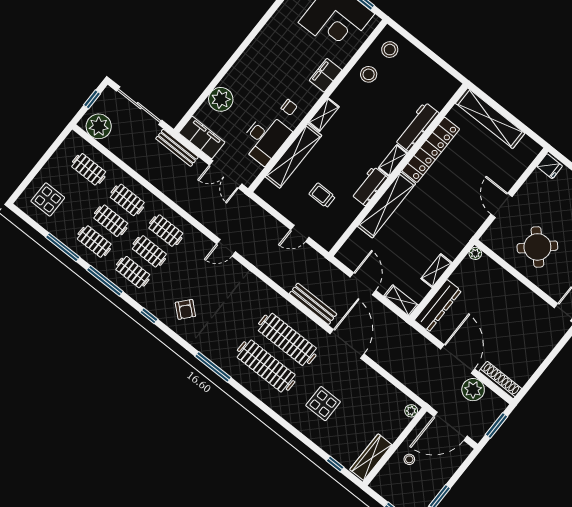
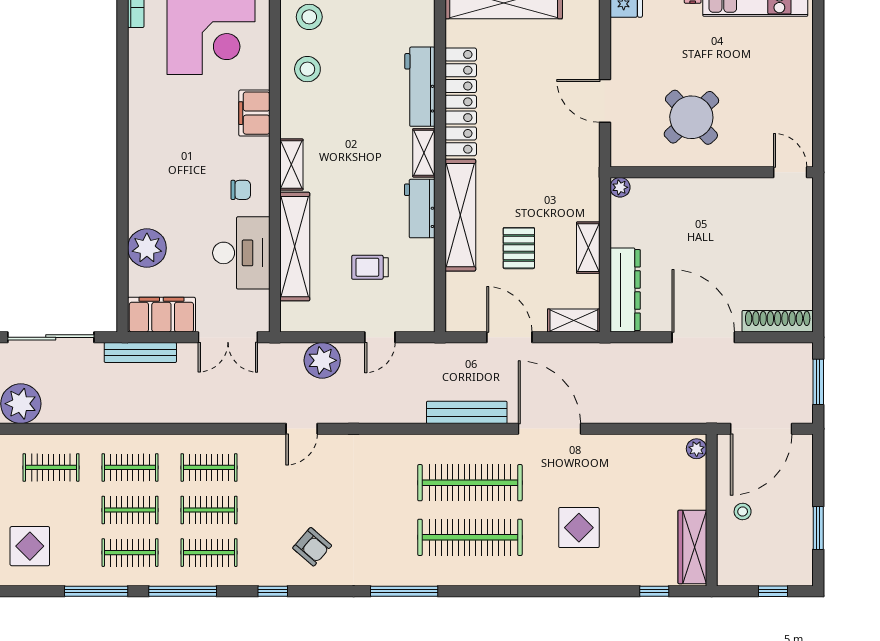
pallet: (402, 244) -> (519, 248), added
plant: (473, 390) -> (322, 360), moved

